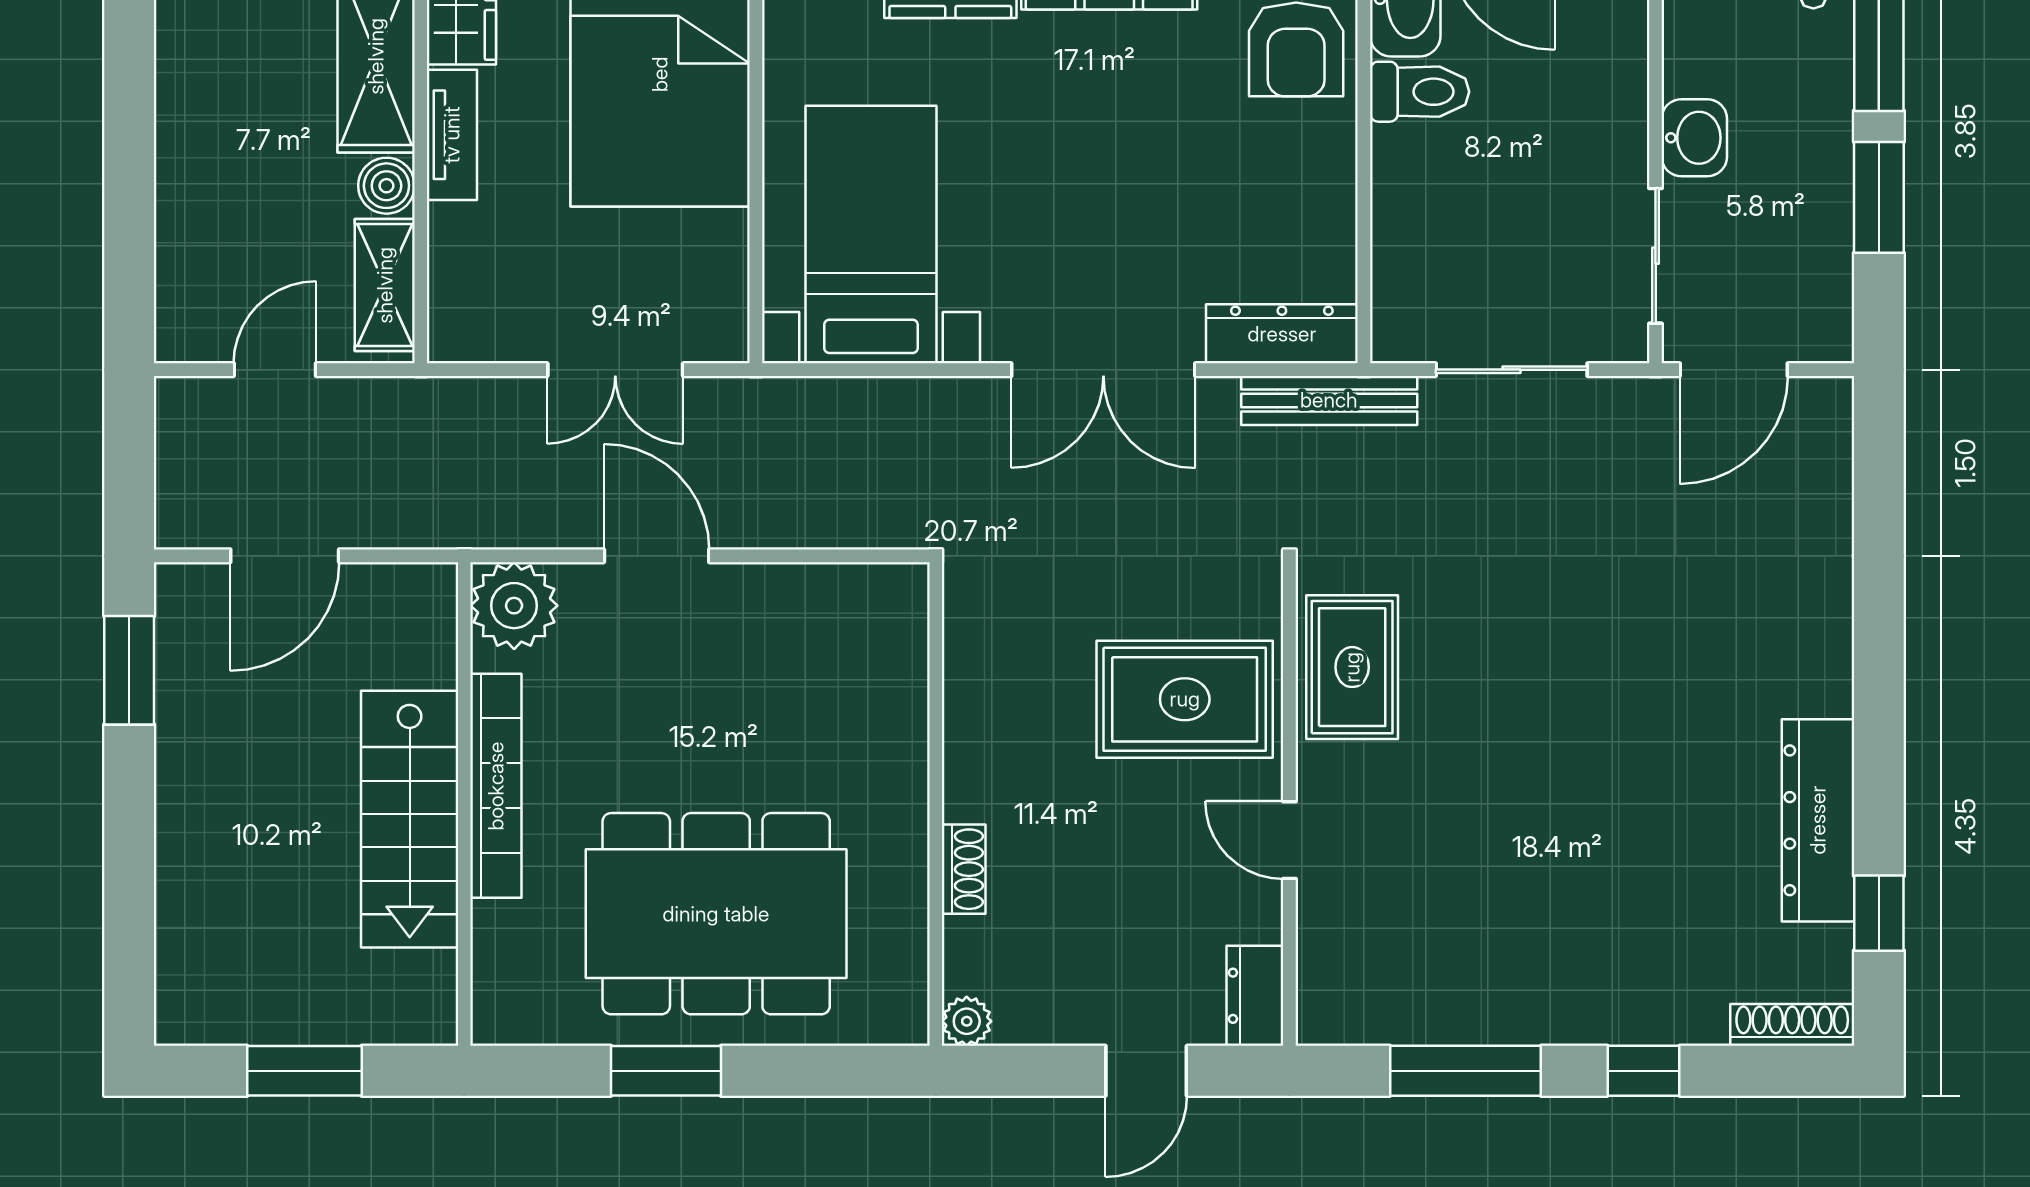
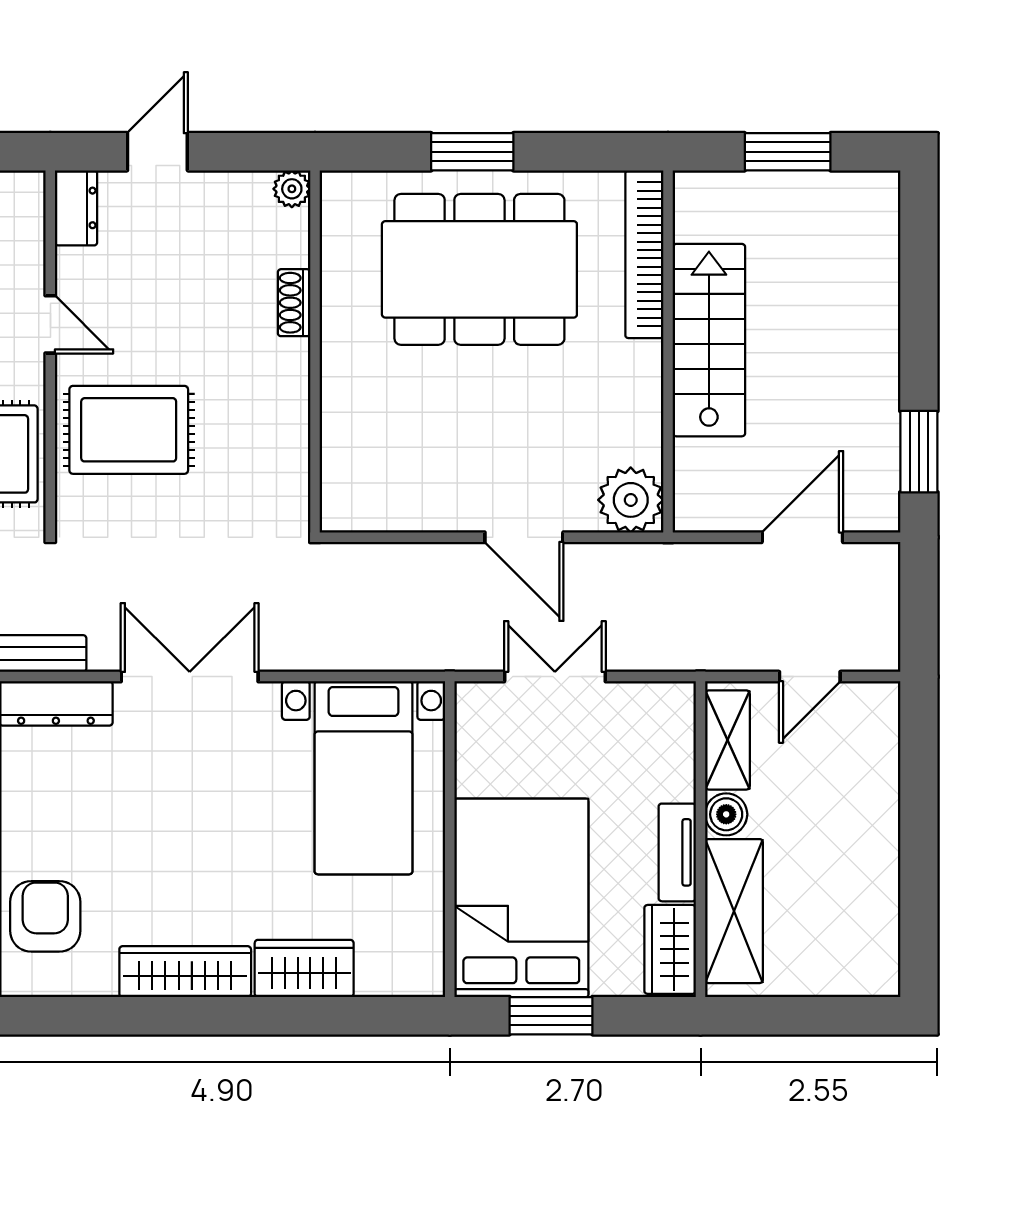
bookcase: (496, 786) -> (644, 254), moved
window: (666, 1071) -> (472, 152), moved

